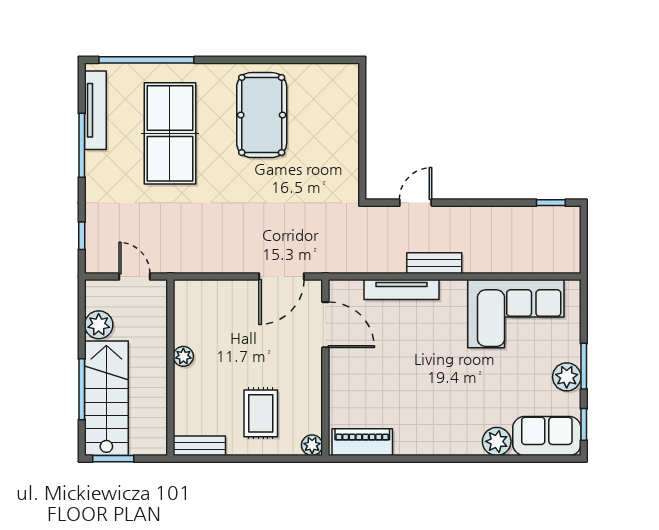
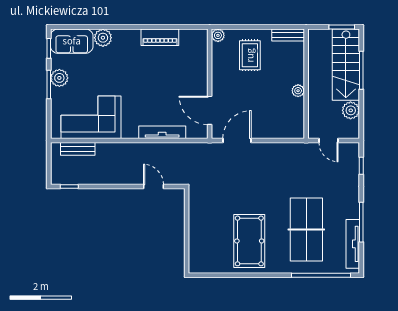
door: (416, 203) -> (153, 186), swing flipped
bench: (434, 263) -> (78, 149), moved
piano: (362, 442) -> (160, 37), moved

